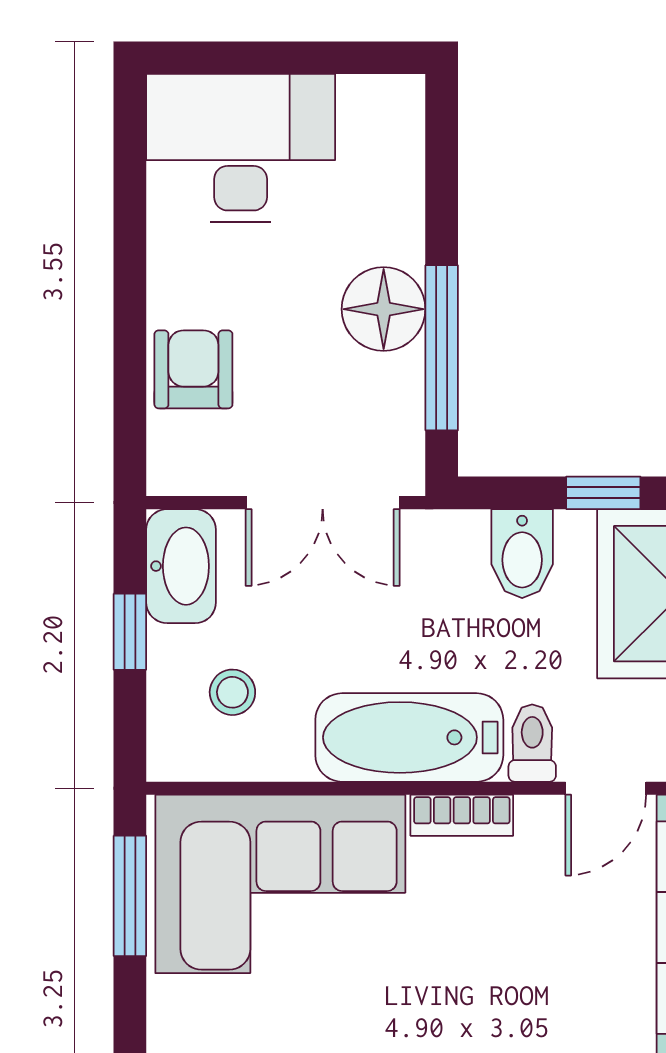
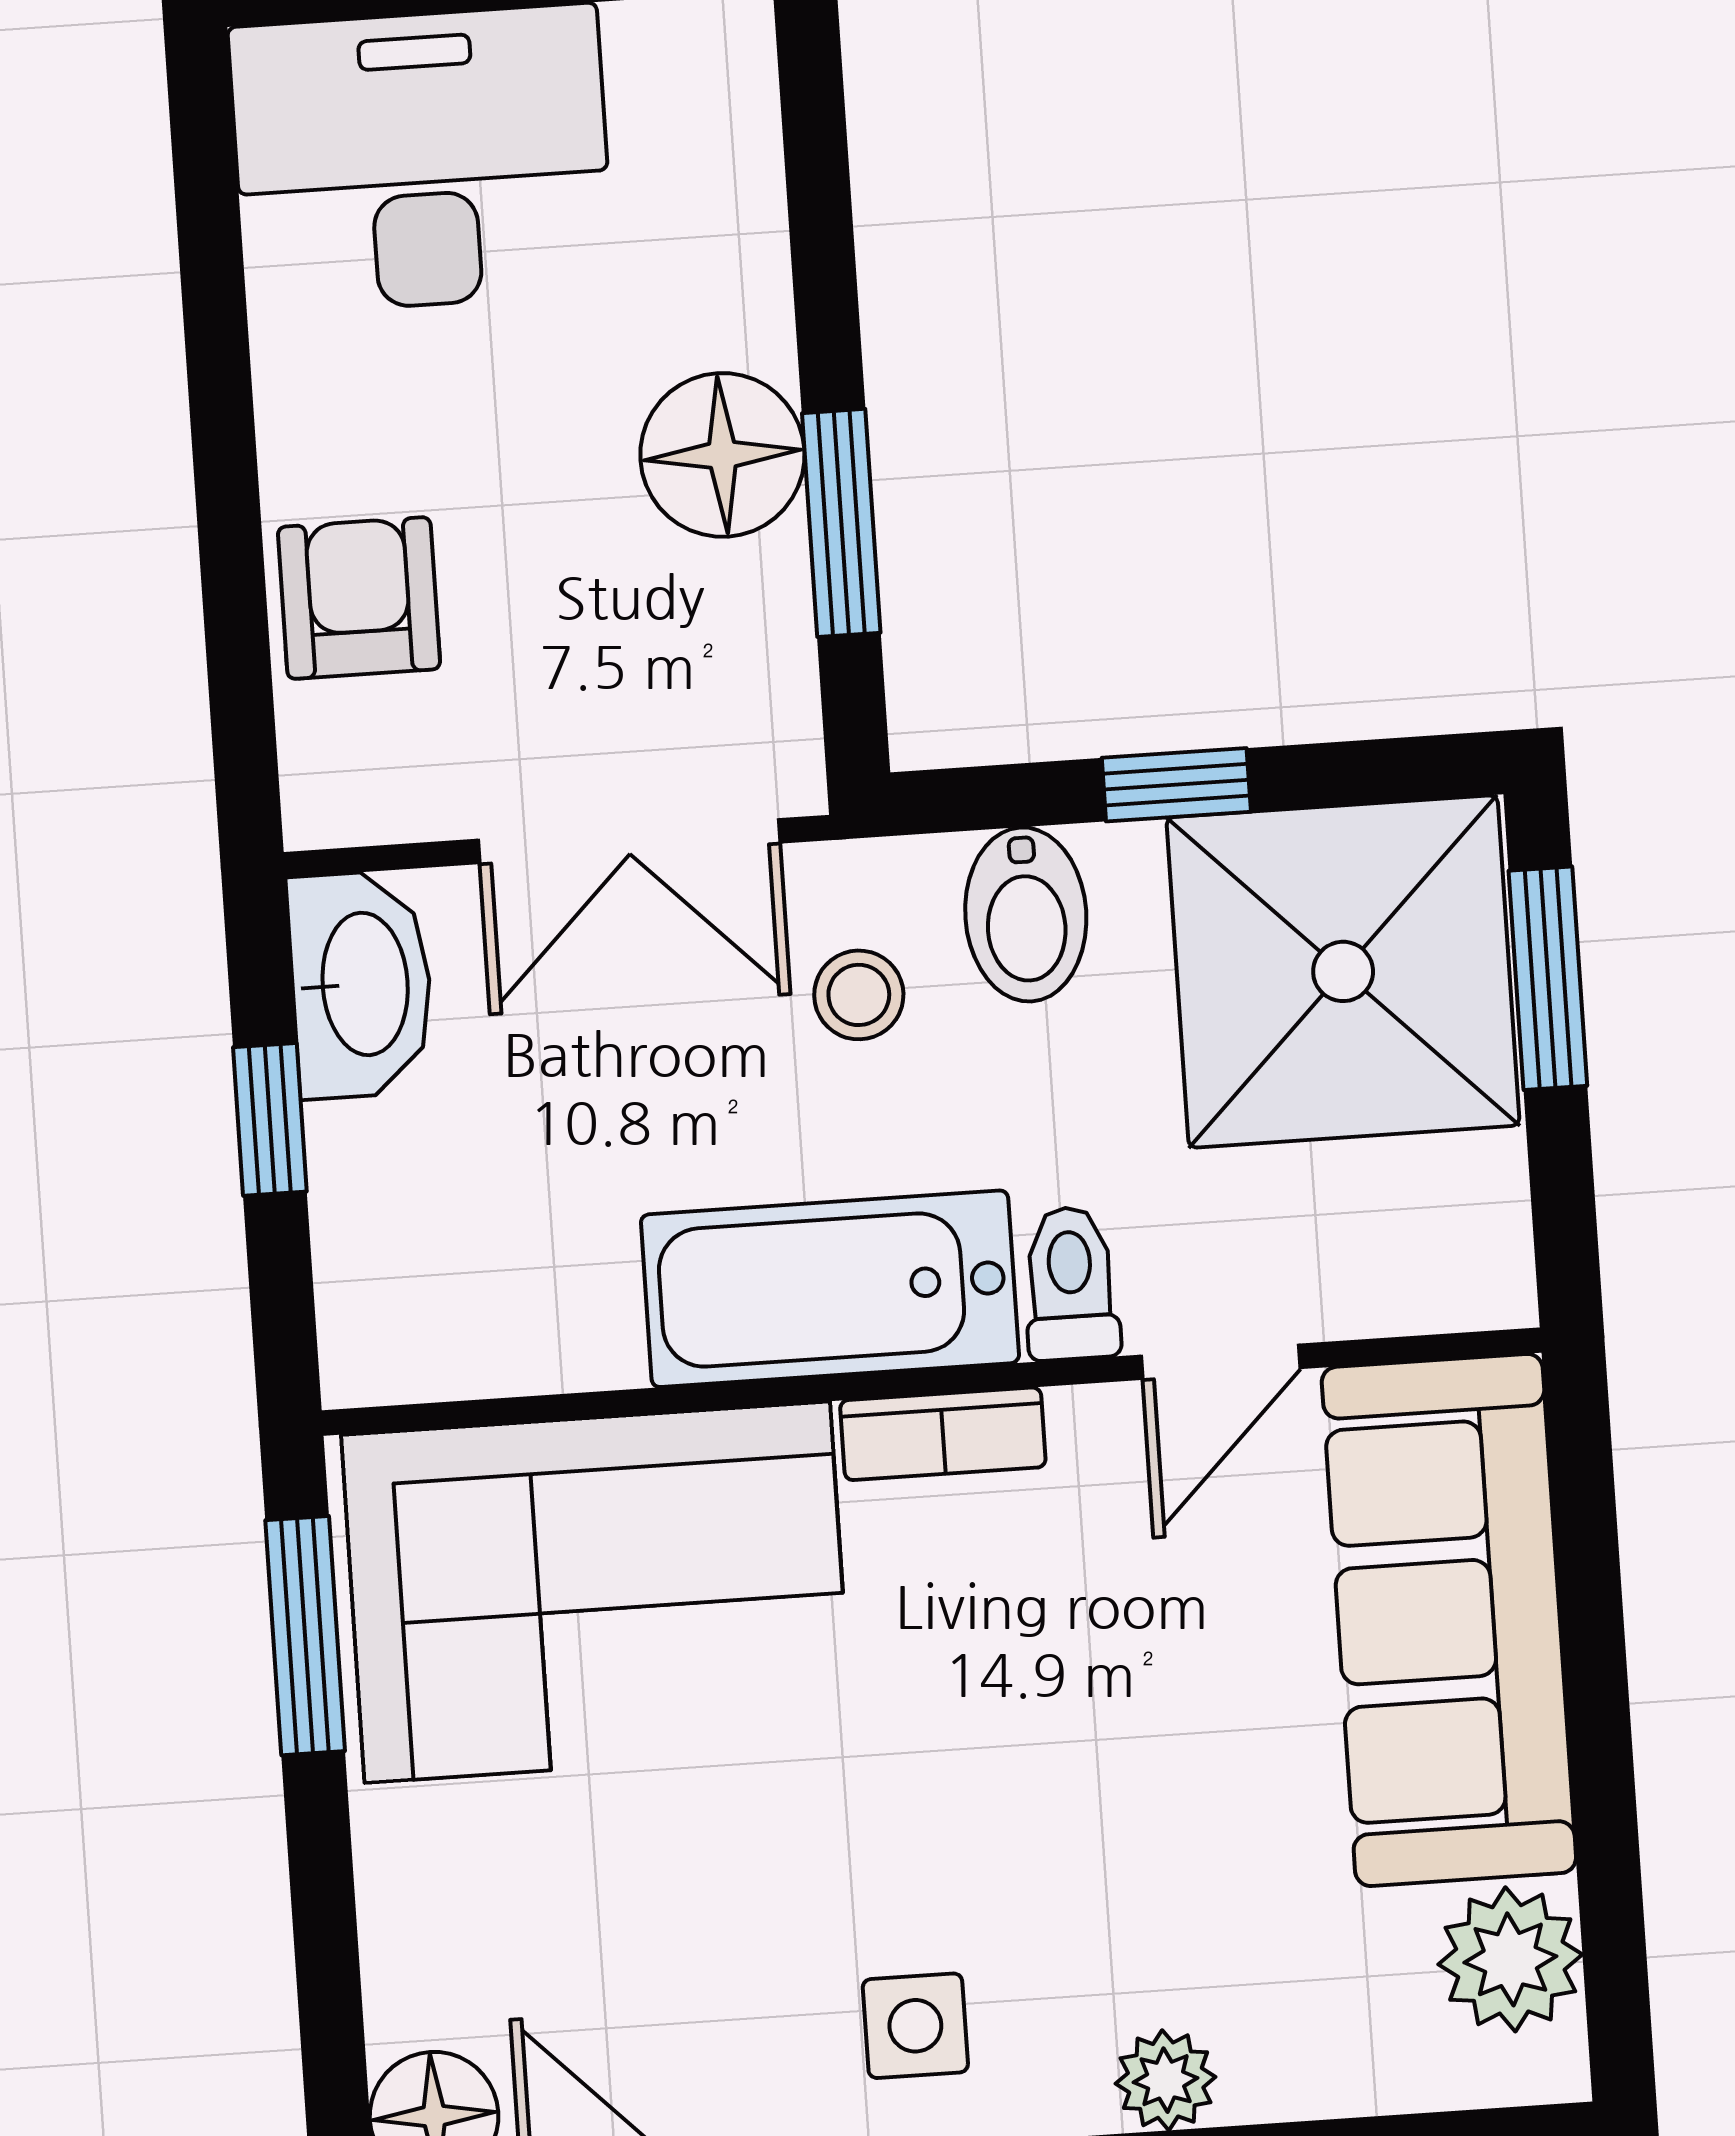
window: (442, 348) -> (841, 523), width x0.69
stool: (232, 692) -> (859, 995), moved

